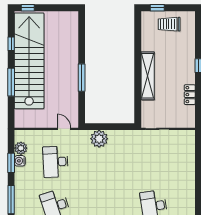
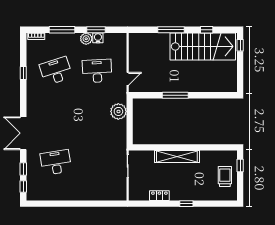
stairs: (29, 61) -> (203, 46), width x0.73
plant: (21, 148) -> (86, 39), moved

